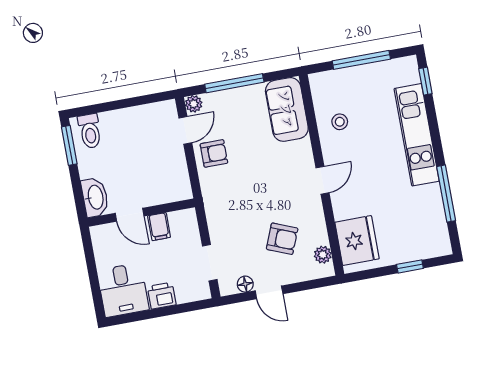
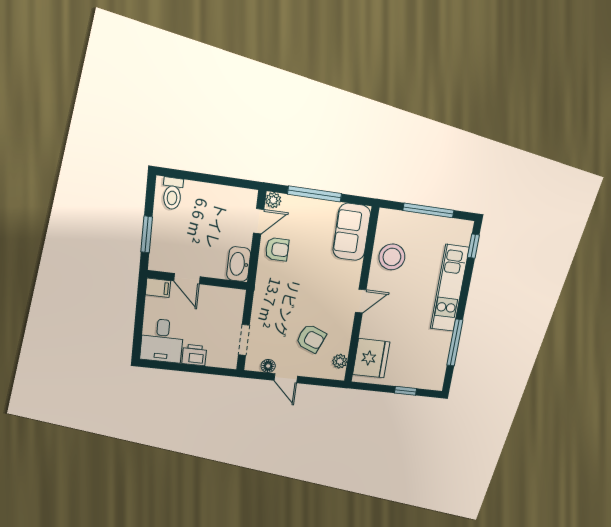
stool: (340, 122) -> (392, 257), width x1.89, depth x1.89
window: (69, 145) -> (147, 234), moved
washbasin: (95, 197) -> (239, 264), moved, turned 180
filing cabinet: (159, 227) -> (158, 288), moved, turned -90

